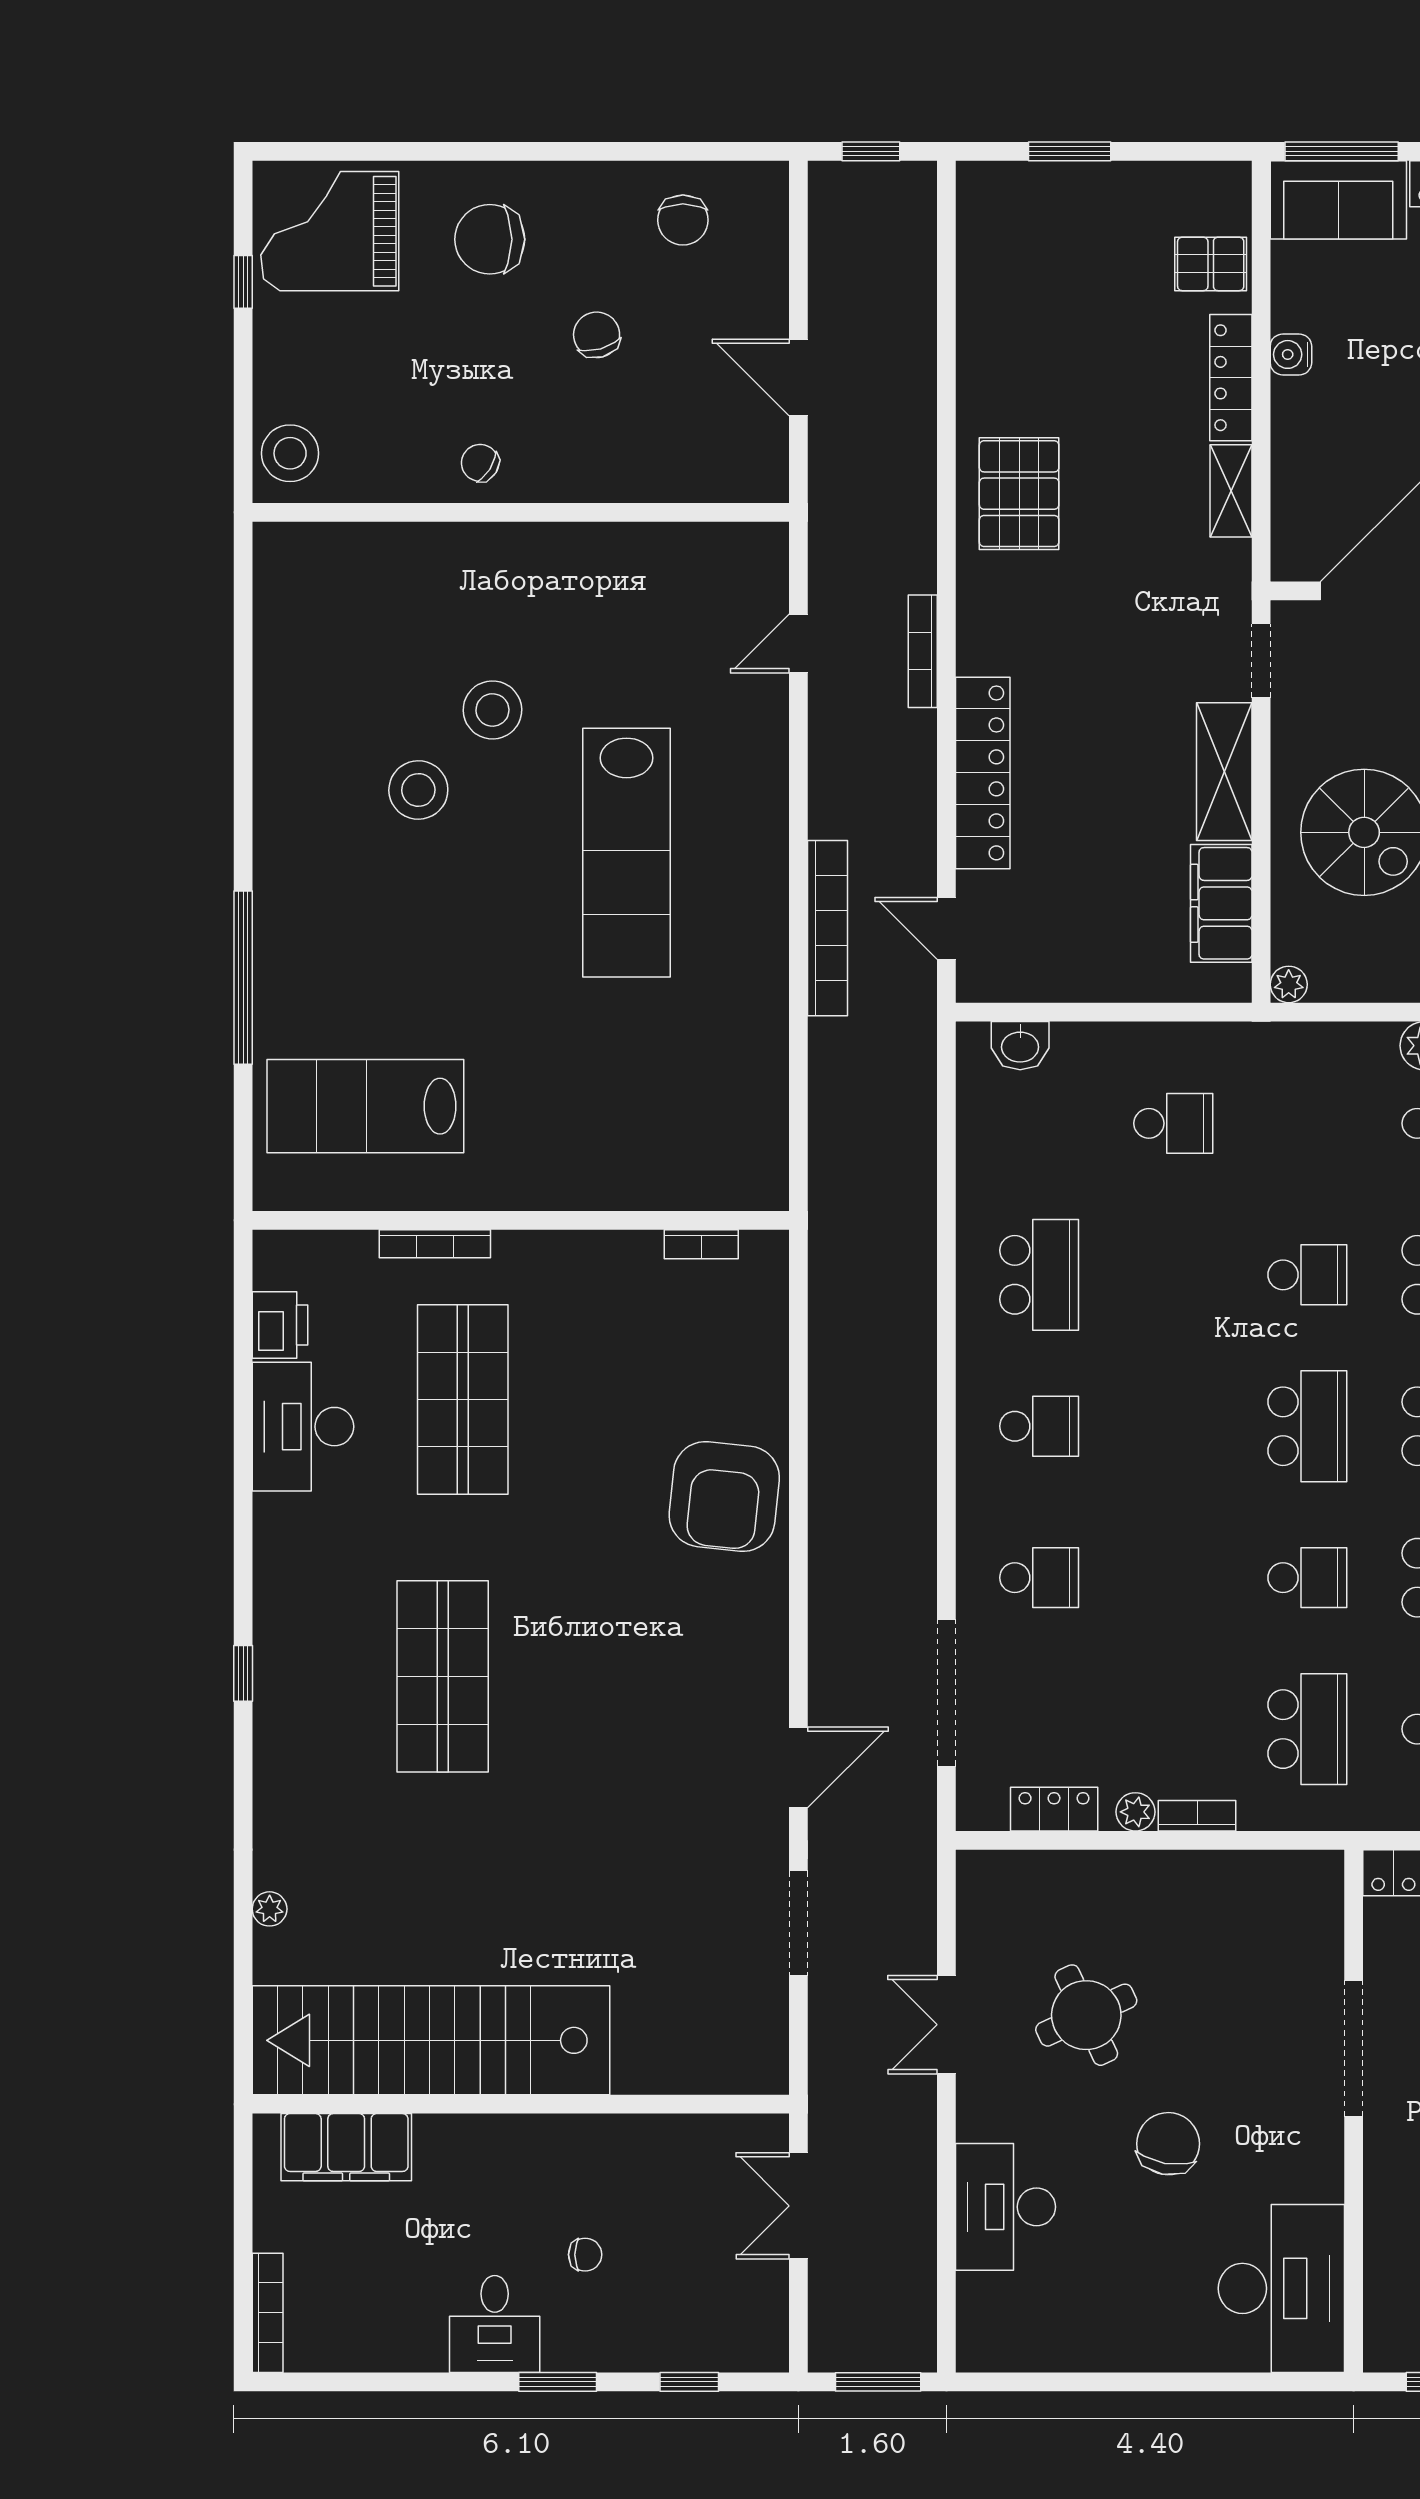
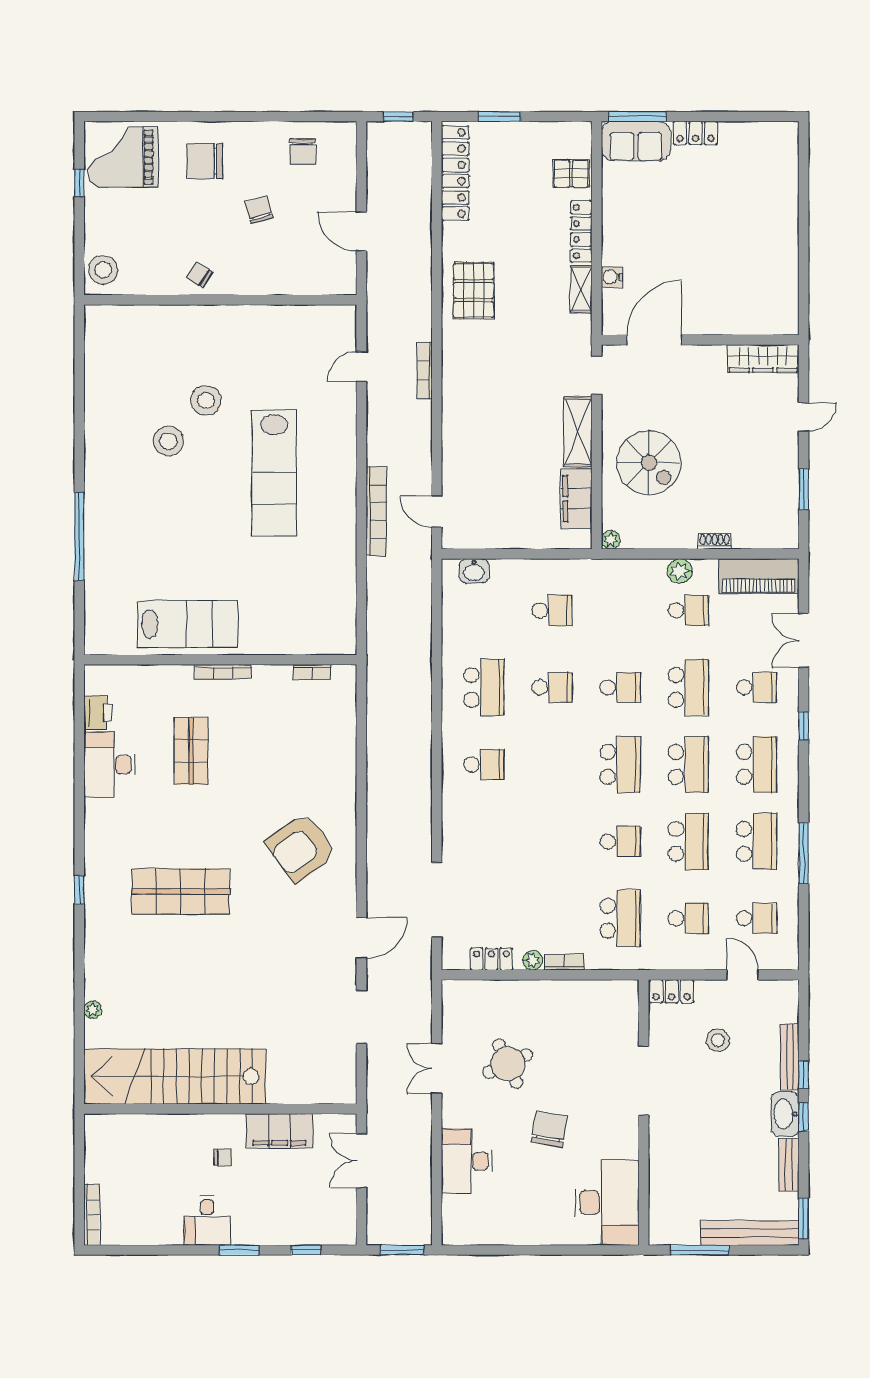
water cooler: (1291, 354) -> (612, 277), moved
locker: (983, 773) -> (455, 173), moved
lab bench: (365, 1106) -> (188, 624), moved, turned 180
bookcase: (435, 1244) -> (223, 672), moved
shop shelf: (463, 1399) -> (191, 751), width x0.70, depth x0.74
armchair: (724, 1496) -> (301, 848), moved, turned 48
school desk: (1039, 1578) -> (552, 687), moved
shop shelf: (443, 1676) -> (181, 891), turned 90
filing cabinet: (346, 2147) -> (280, 1131), moved
chair: (585, 2255) -> (223, 1157), moved

